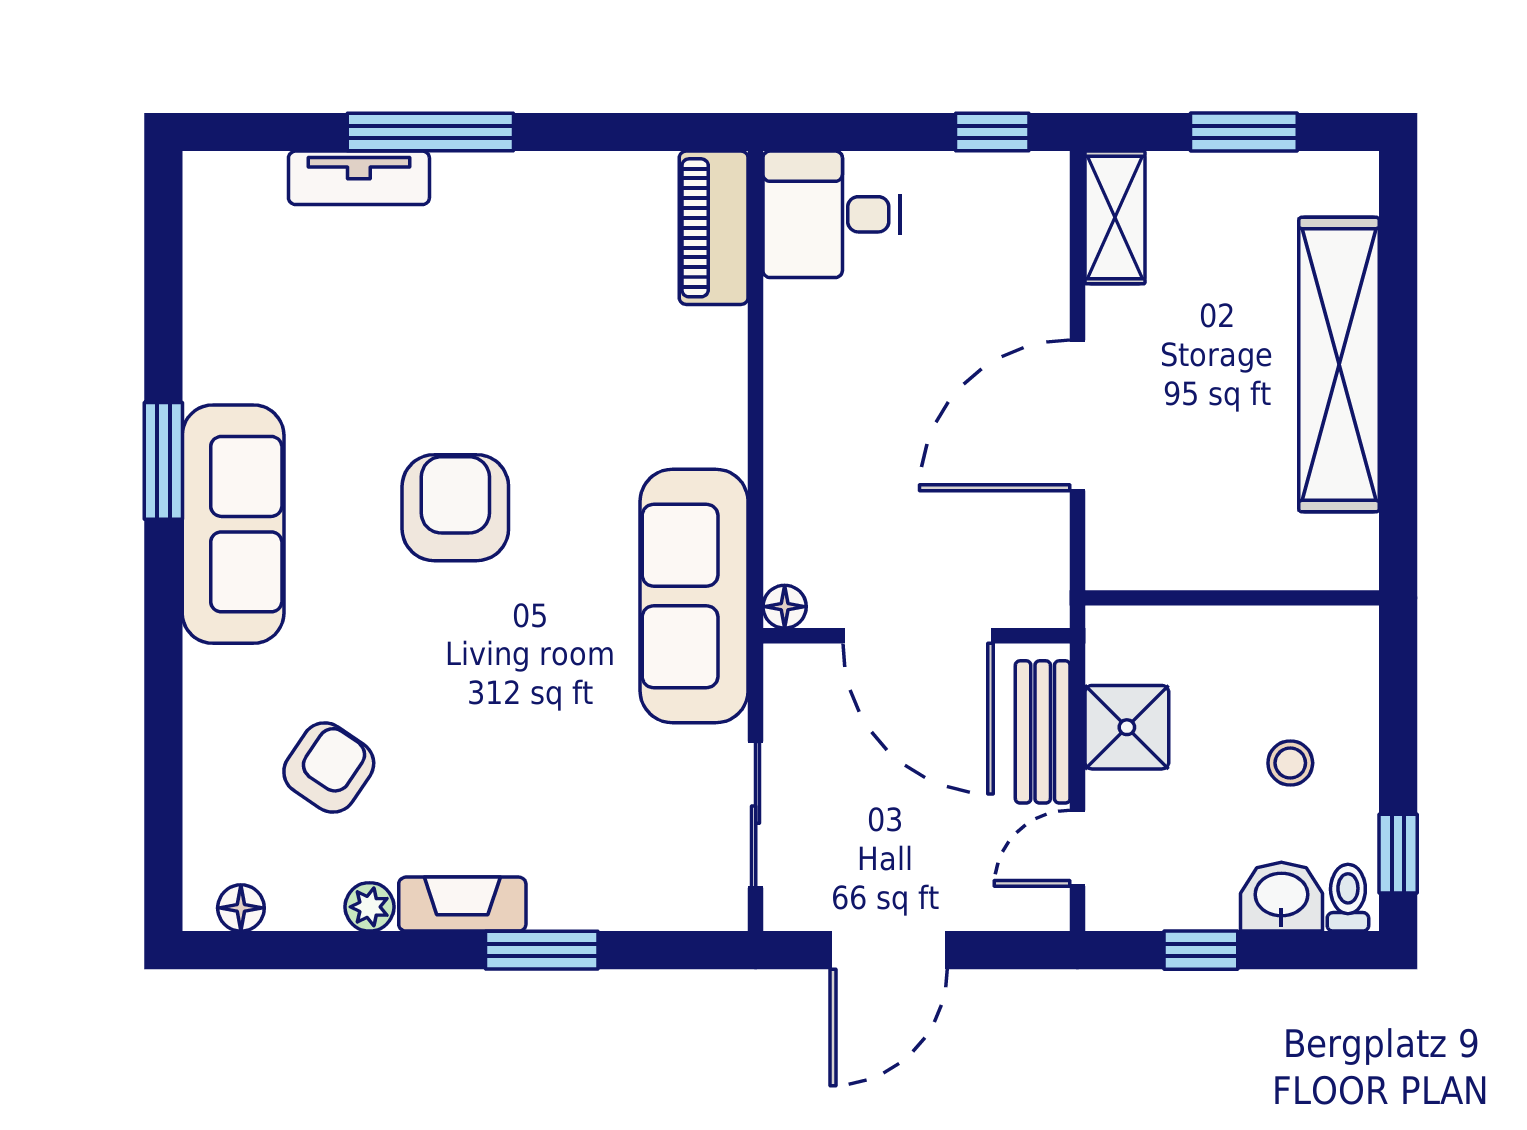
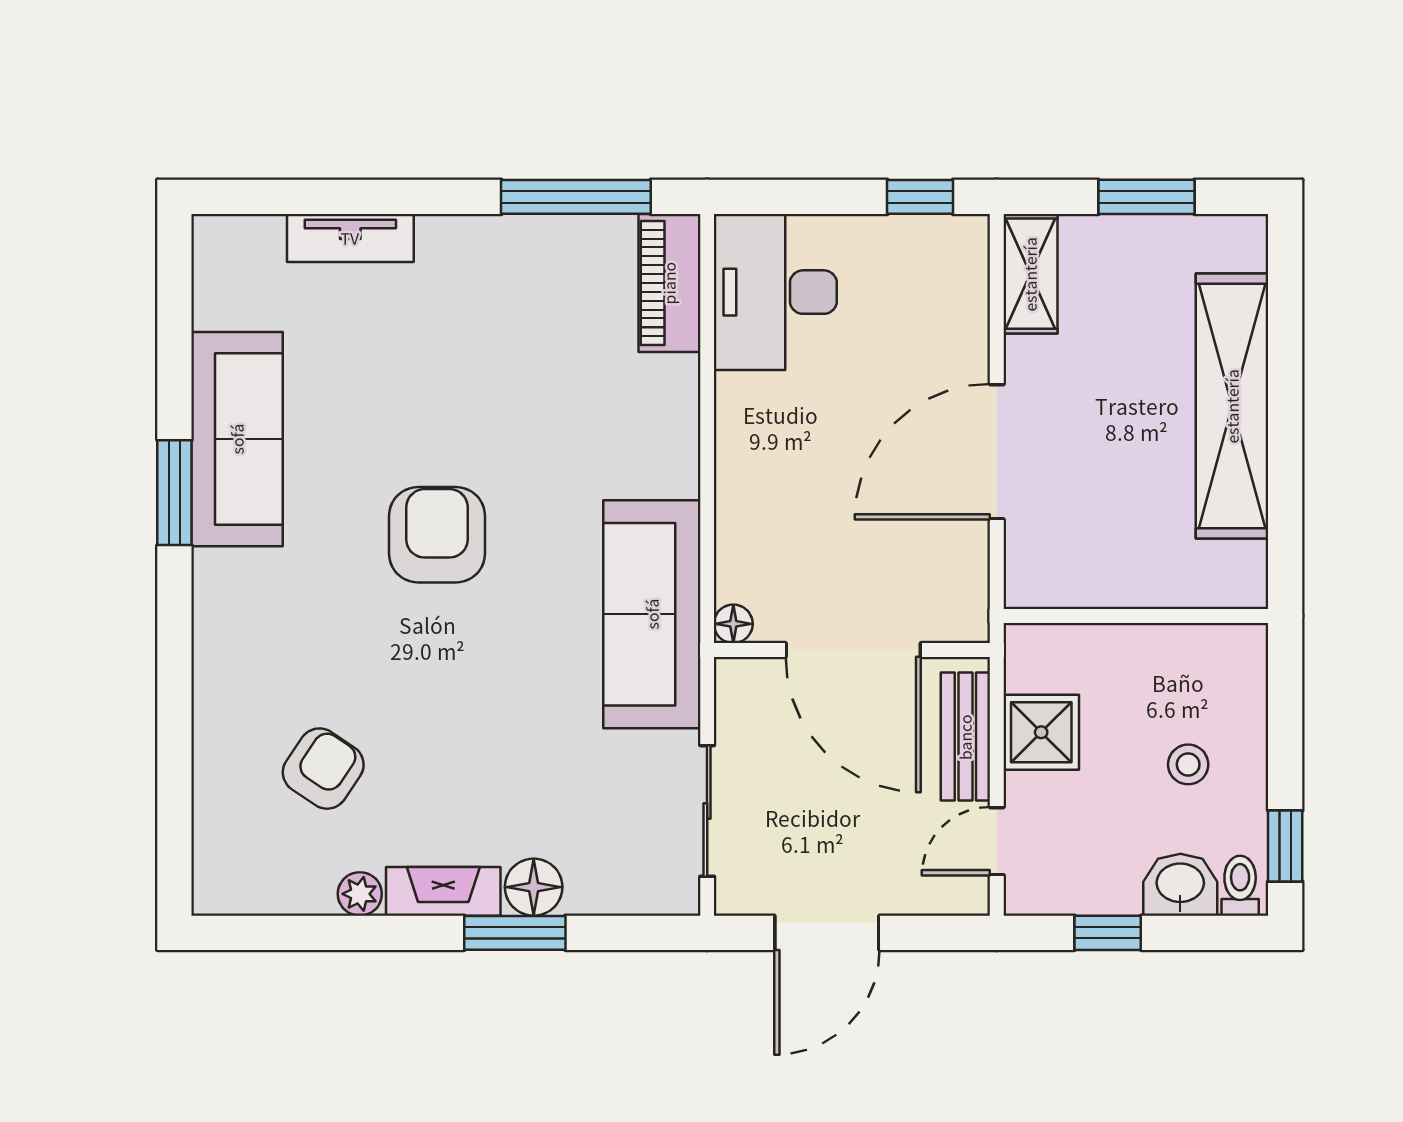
window: (430, 132) -> (576, 197), moved
desk: (831, 214) -> (775, 292), width x1.37
sofa: (233, 524) -> (237, 439), moved
floor lamp: (241, 908) -> (534, 887), moved, width x1.37, depth x1.37

